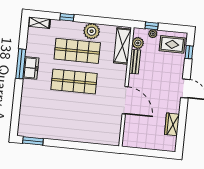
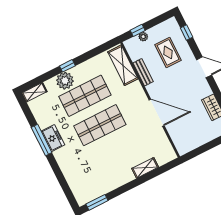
window: (67, 17) -> (67, 66), moved
plant: (92, 31) -> (65, 81), moved
plant: (138, 43) -> (135, 54), removed
rug: (172, 44) -> (168, 52), moved, turned 90
shelving: (88, 138) -> (145, 168), added

